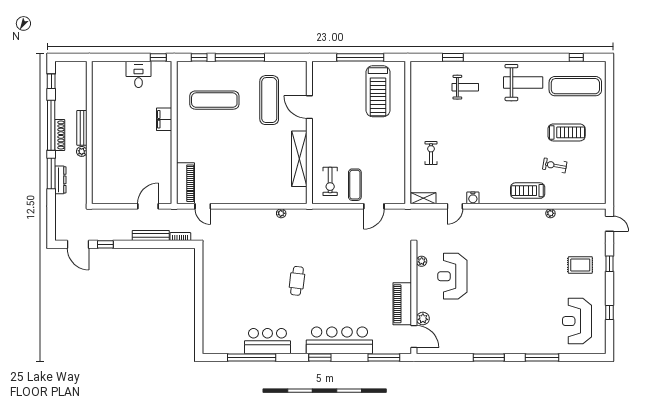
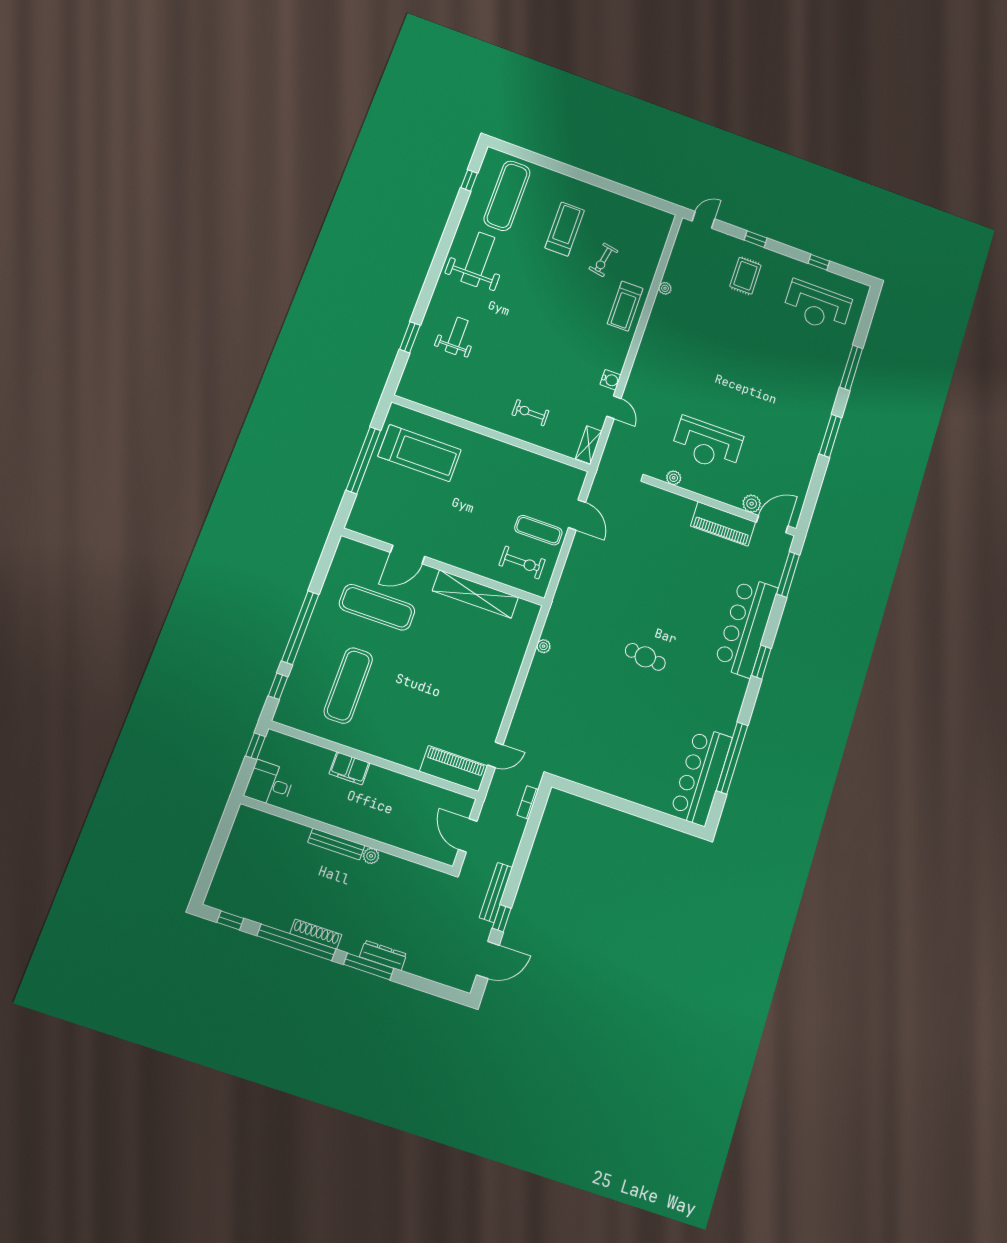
bench: (82, 128) -> (336, 844), moved
wall: (89, 132) -> (347, 835), moved
plant: (82, 151) -> (371, 856), moved
bench: (151, 236) -> (496, 892), moved
bar counter: (267, 341) -> (701, 776), moved, width x1.36

